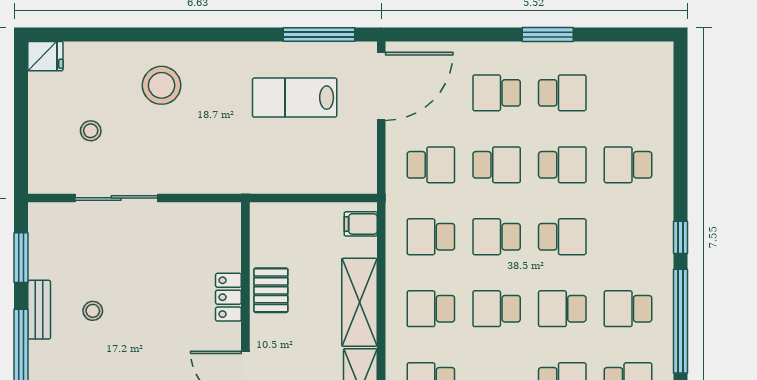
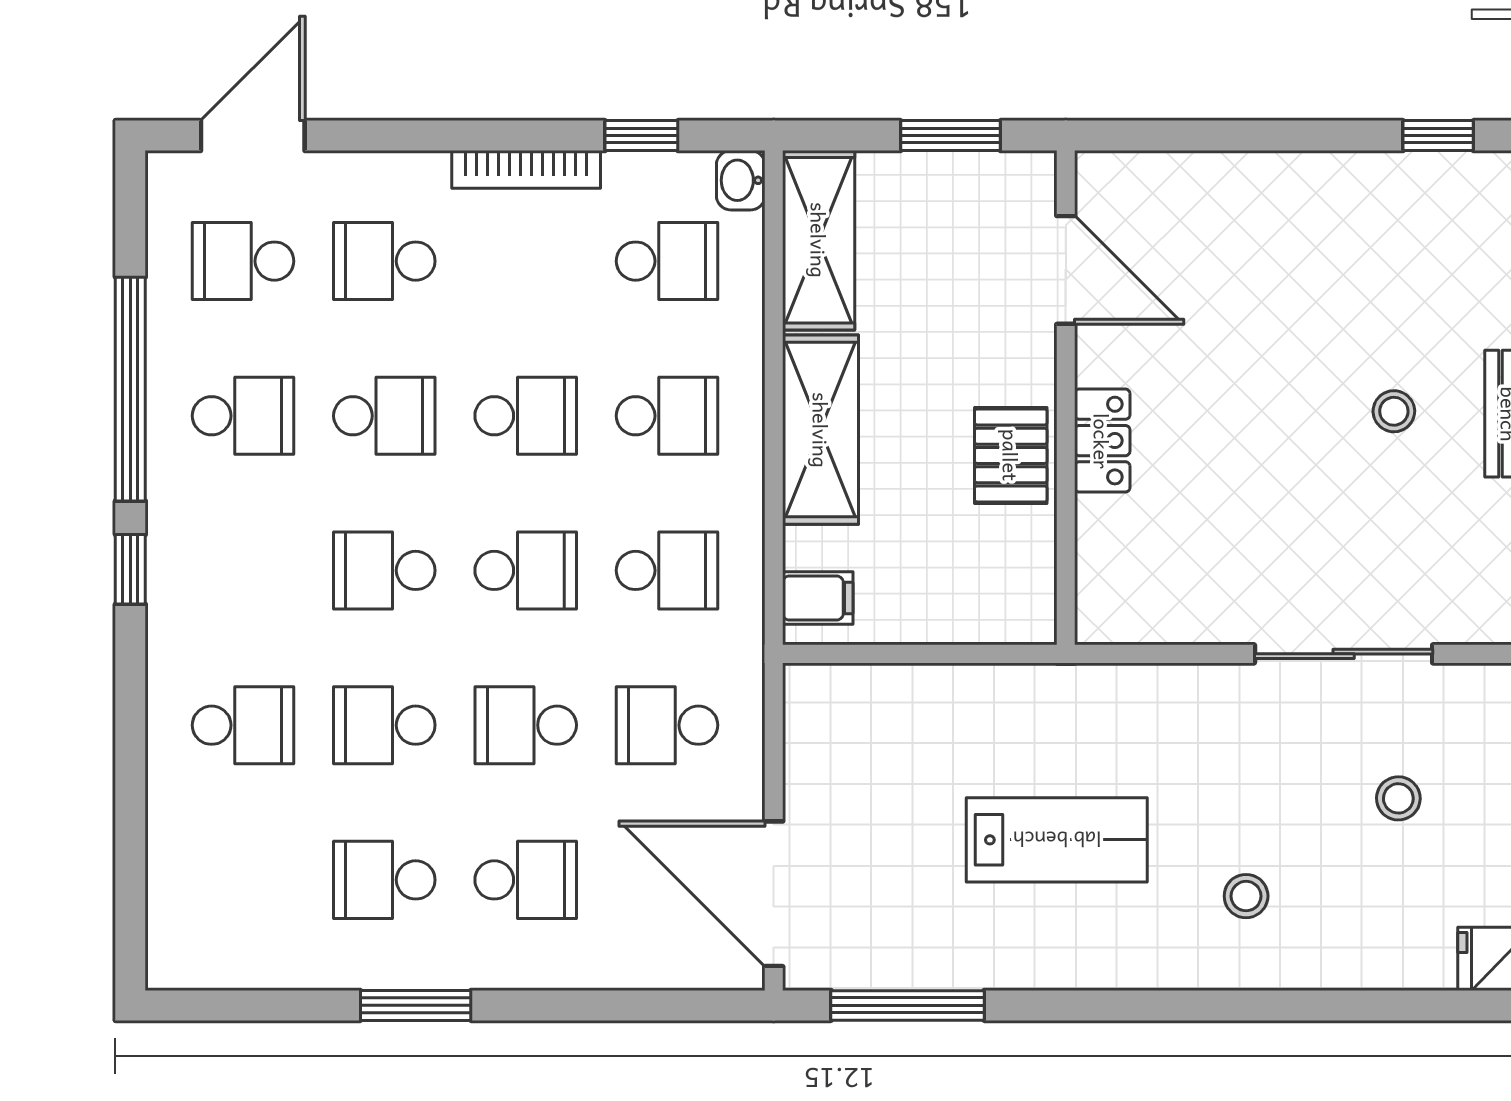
stool: (162, 85) -> (1246, 896), width x0.53, depth x0.53
door: (381, 86) -> (774, 894), hinge flipped
lab bench: (295, 98) -> (1057, 840), moved

